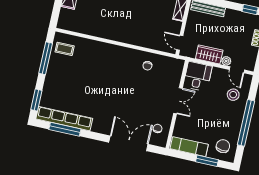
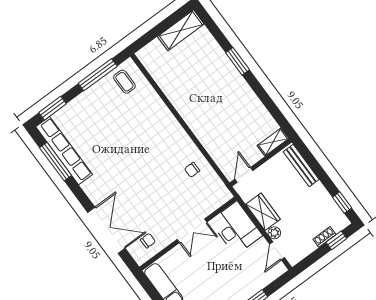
desk: (198, 76) -> (236, 228), width x1.37
stool: (233, 95) -> (252, 272), removed

